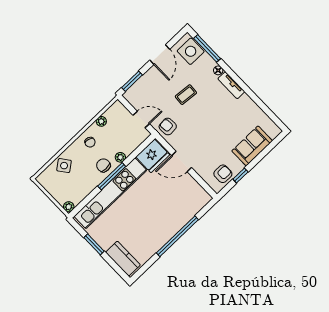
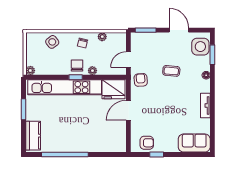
window: (207, 48) -> (212, 55), width x0.69
door: (160, 55) -> (179, 30), swing flipped
tv unit: (231, 85) -> (205, 105), moved
door: (141, 119) -> (128, 60), swing flipped
sofa: (252, 146) -> (194, 143), moved
door: (182, 162) -> (128, 110), hinge flipped
window: (112, 176) -> (76, 77), width x0.46
window: (177, 236) -> (65, 154), moved

